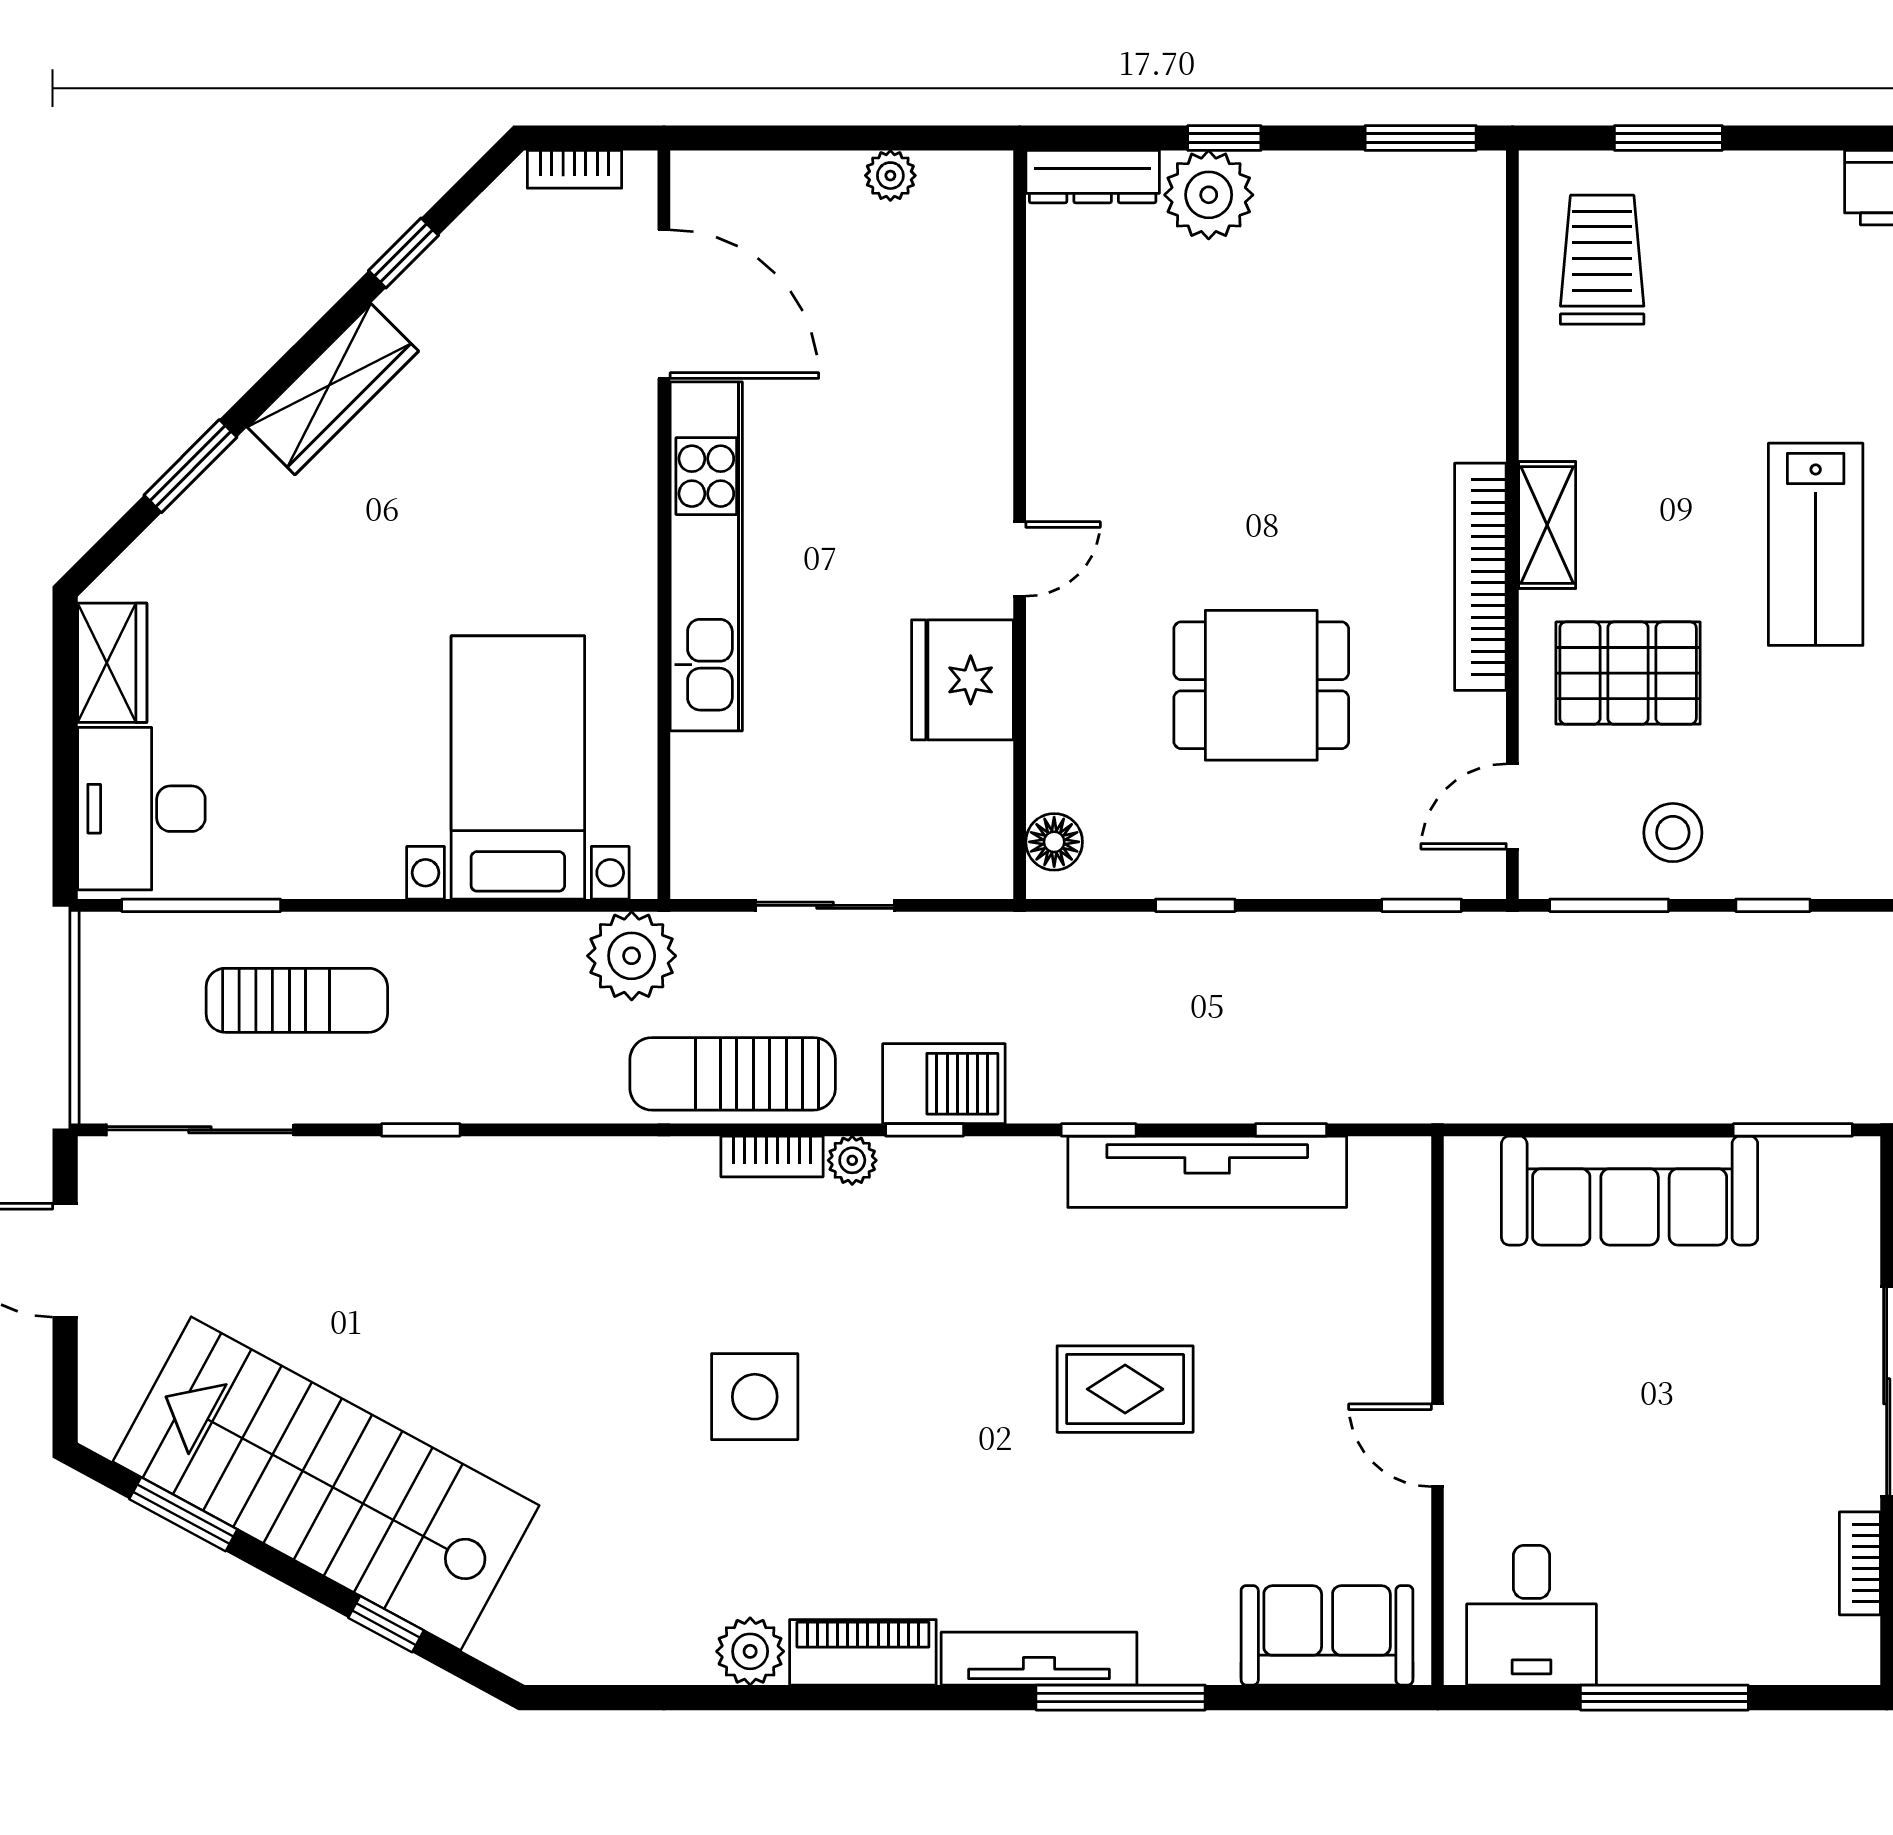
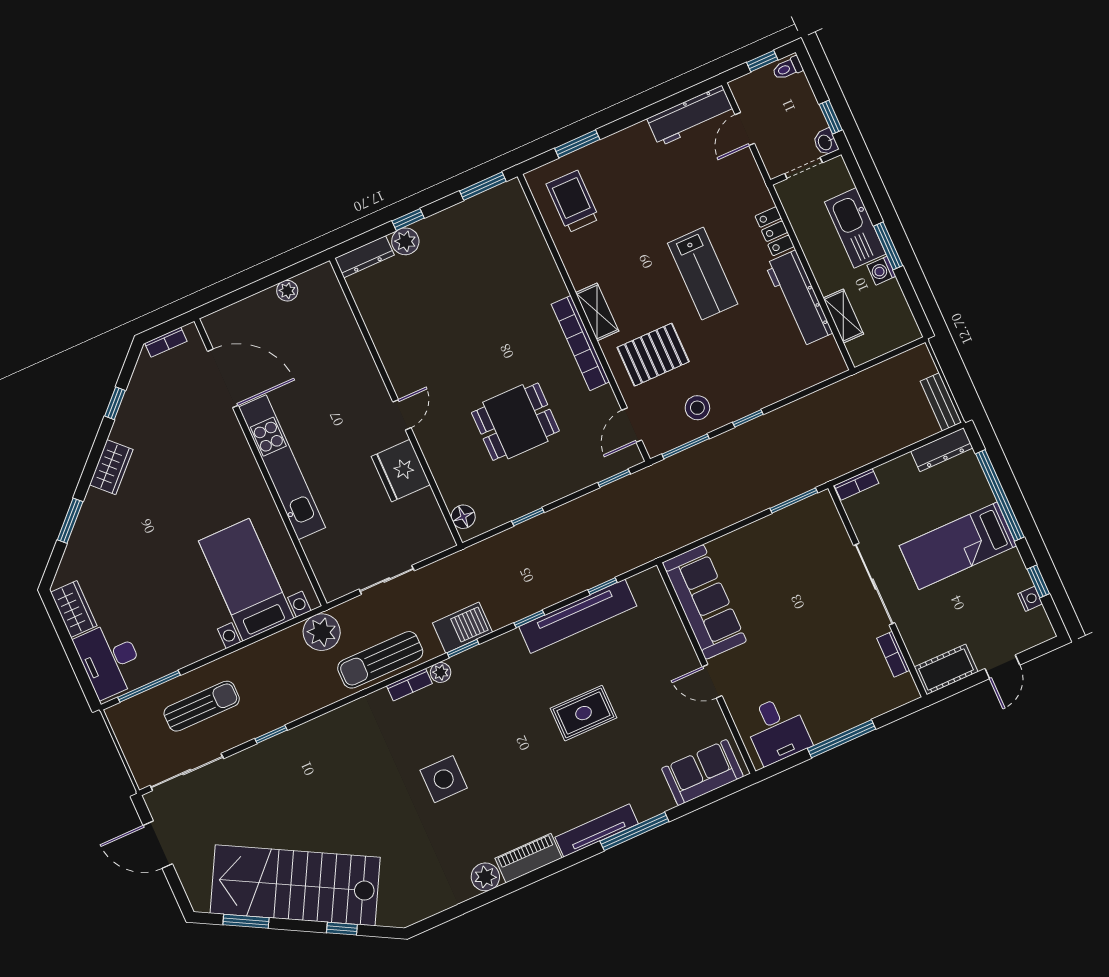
plant: (1209, 195) -> (405, 241), width x0.73, depth x0.73
wardrobe: (333, 389) -> (111, 467), width x0.67
sofa: (1630, 1191) -> (704, 602), moved, turned -90

